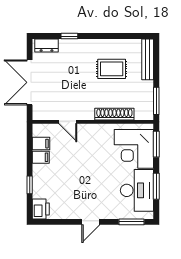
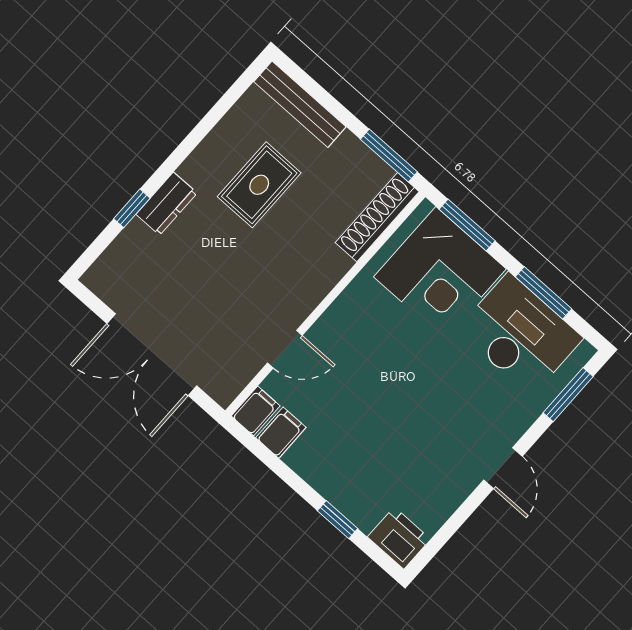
dresser: (47, 45) -> (167, 204), moved
shoe rack: (114, 114) -> (377, 217), moved
filing cabinet: (41, 157) -> (256, 411), moved

